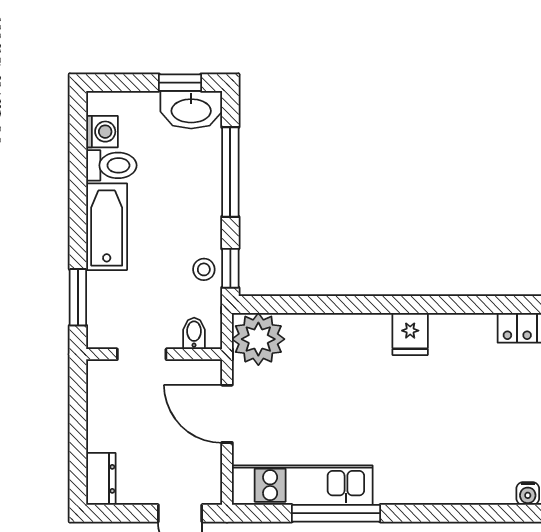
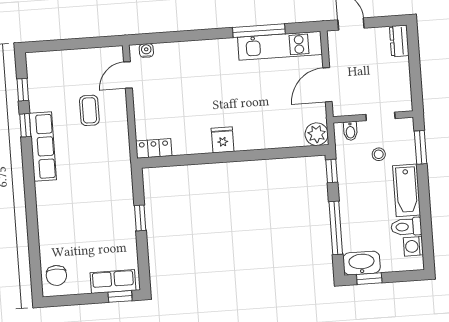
stool: (204, 269) -> (379, 154), moved
plant: (258, 339) -> (317, 134), width x0.73, depth x0.73
door: (227, 414) -> (327, 85), swing flipped

